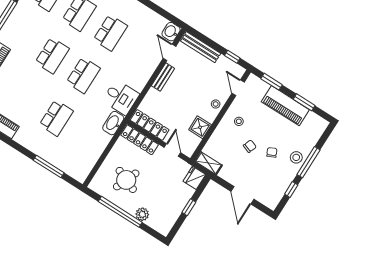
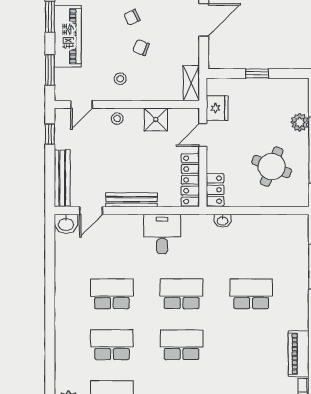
bench: (163, 77) -> (132, 200), width x1.36
desk: (121, 97) -> (162, 234), moved
washbasin: (113, 123) -> (223, 221), width x0.52, depth x0.69
locker: (140, 140) -> (215, 190), width x0.66
fridge: (194, 178) -> (217, 108), moved, turned -90

